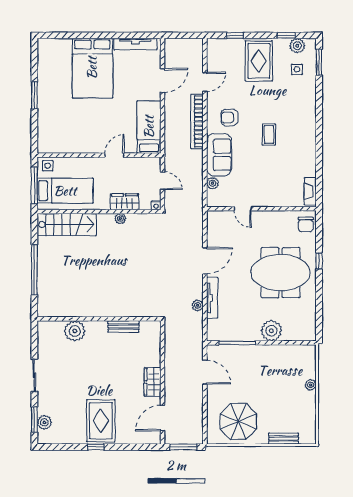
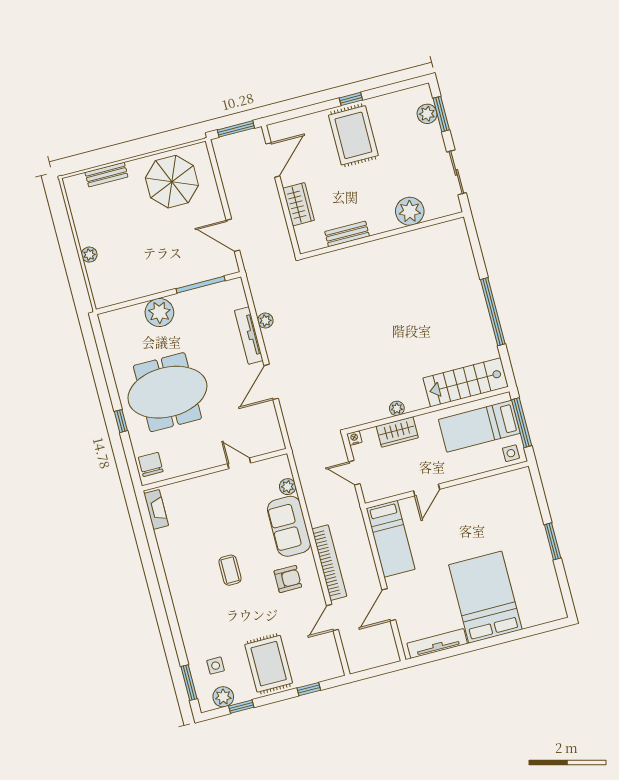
wall: (99, 319) -> (382, 235), moved
bench: (123, 326) -> (347, 234), moved
plant: (75, 331) -> (410, 211), moved

